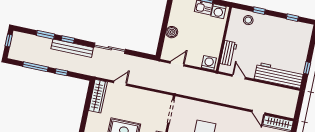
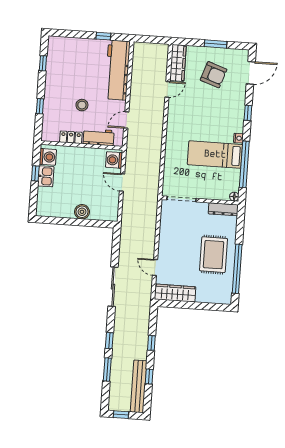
stool: (248, 20) -> (82, 105), moved
locker: (231, 31) -> (71, 137), added
bench: (72, 48) -> (139, 386), moved
door: (177, 64) -> (122, 183), moved
window: (35, 67) -> (149, 377), width x0.46

